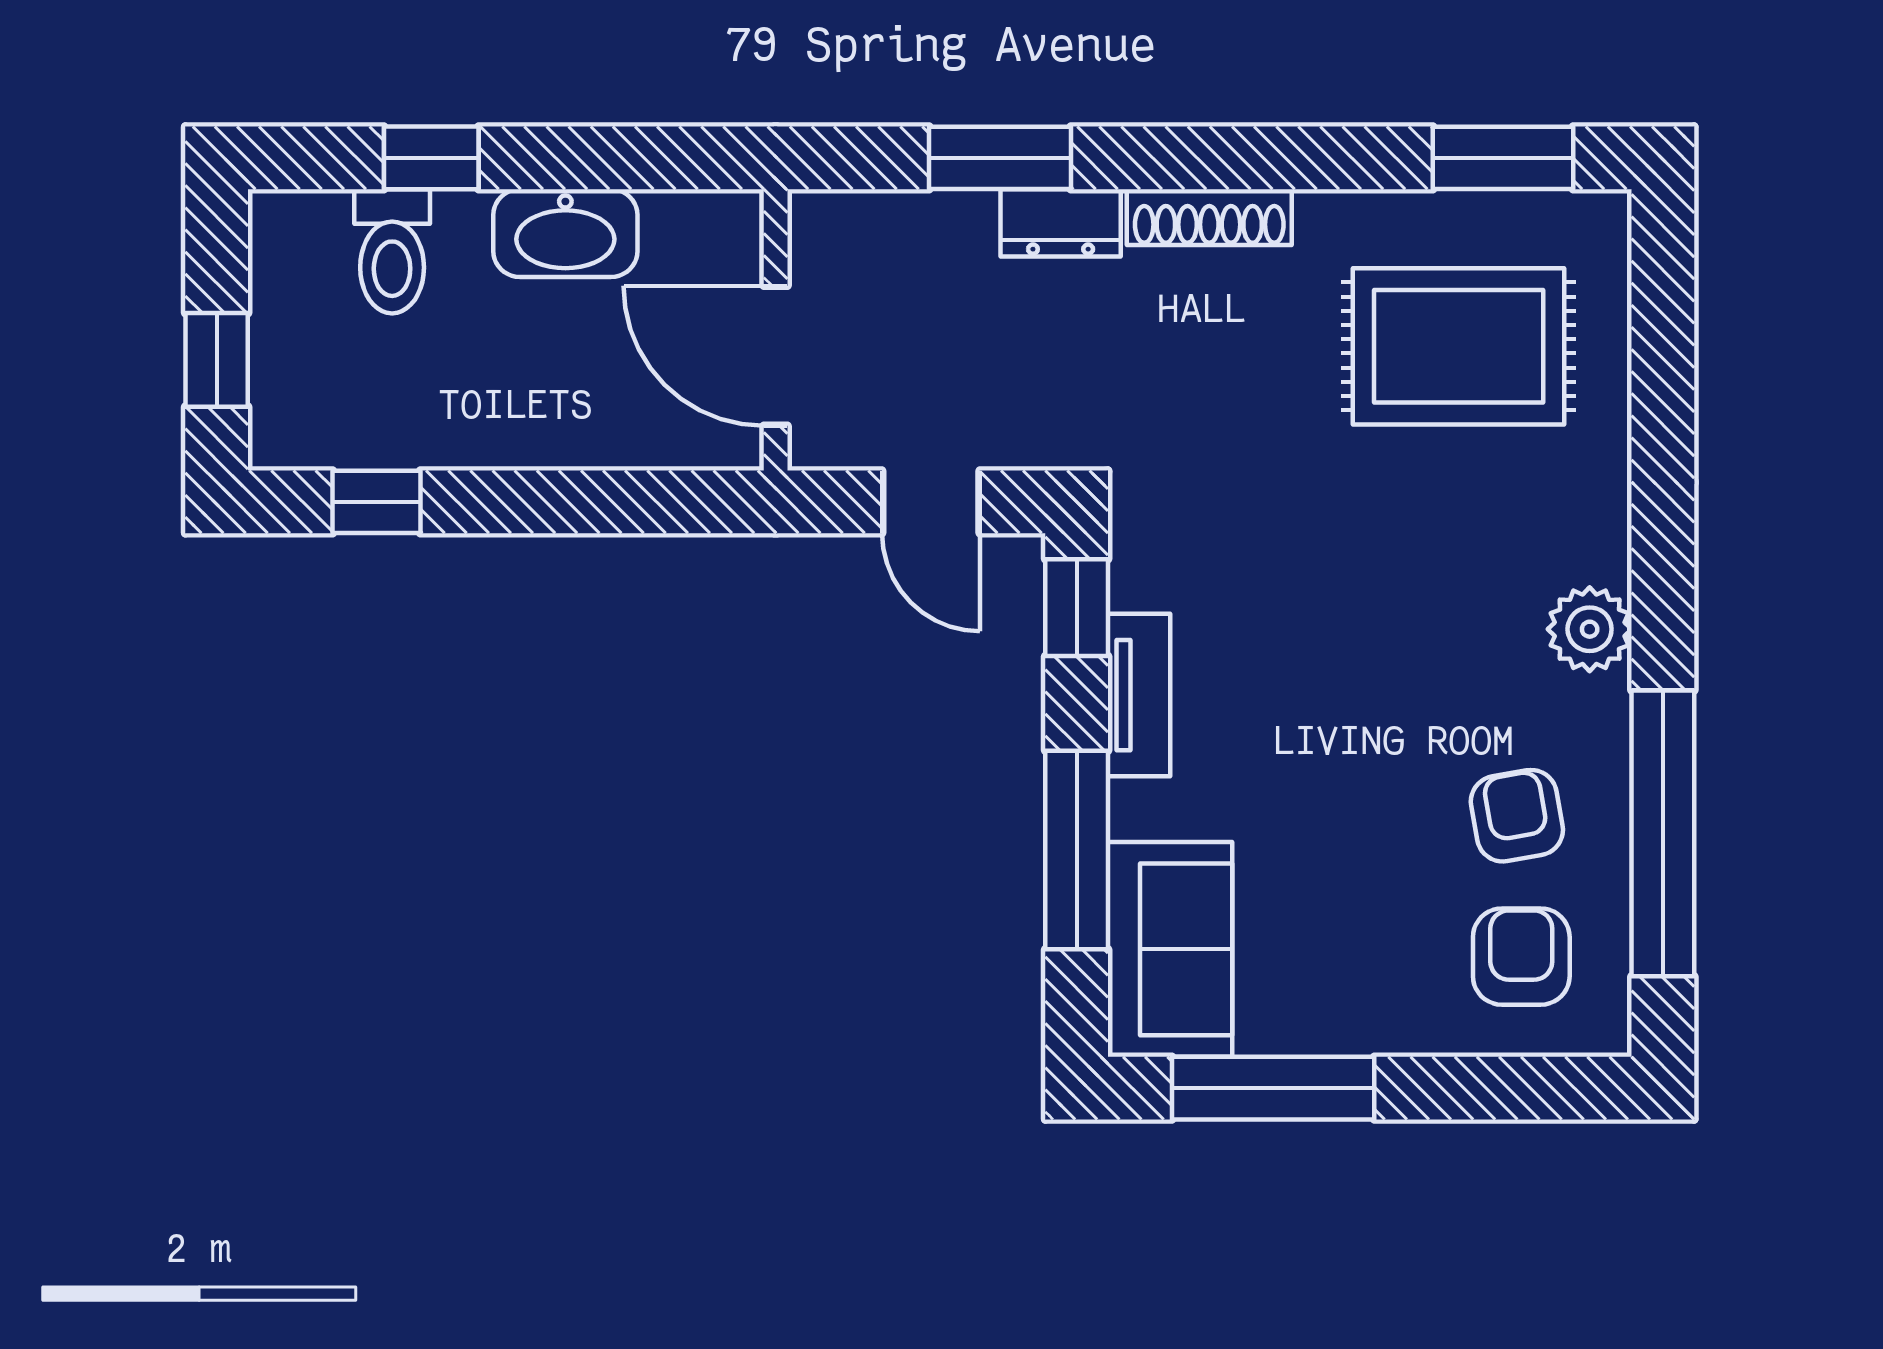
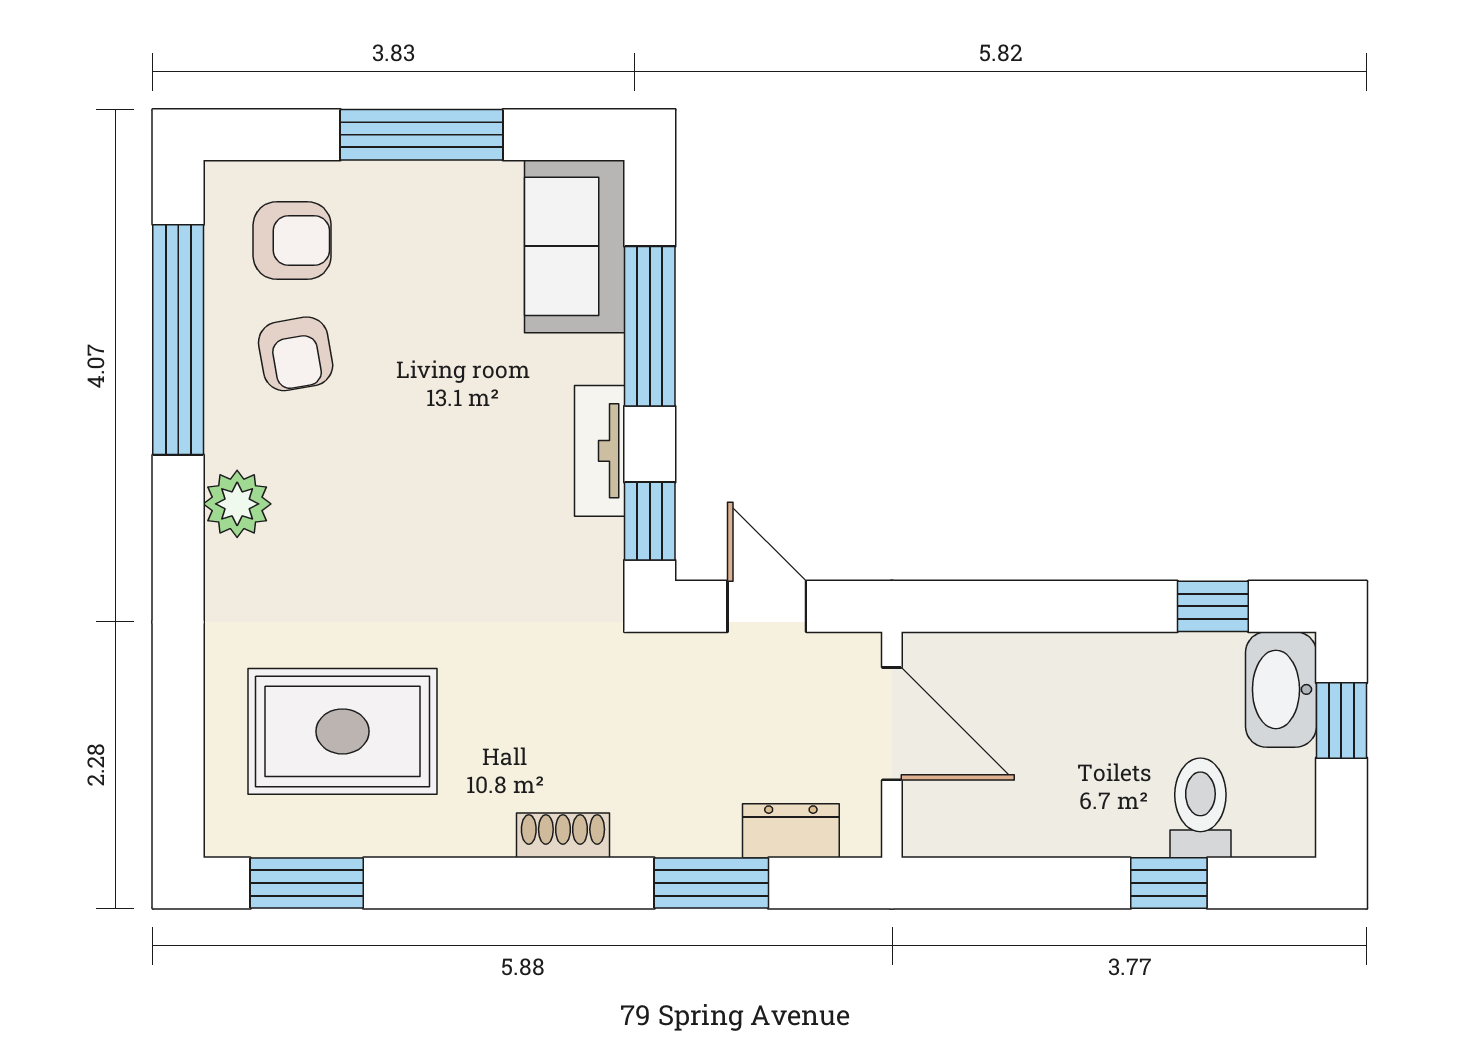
shoe rack: (1209, 217) -> (563, 835), width x0.70
dresser: (1061, 223) -> (791, 831), moved
washbasin: (565, 233) -> (1281, 689), moved, turned -90
armchair: (1521, 957) -> (292, 241), turned -90
window: (1273, 1088) -> (422, 135), moved

